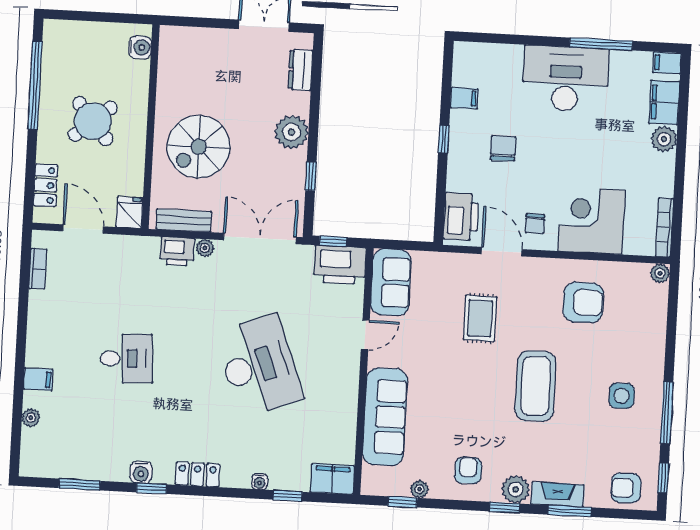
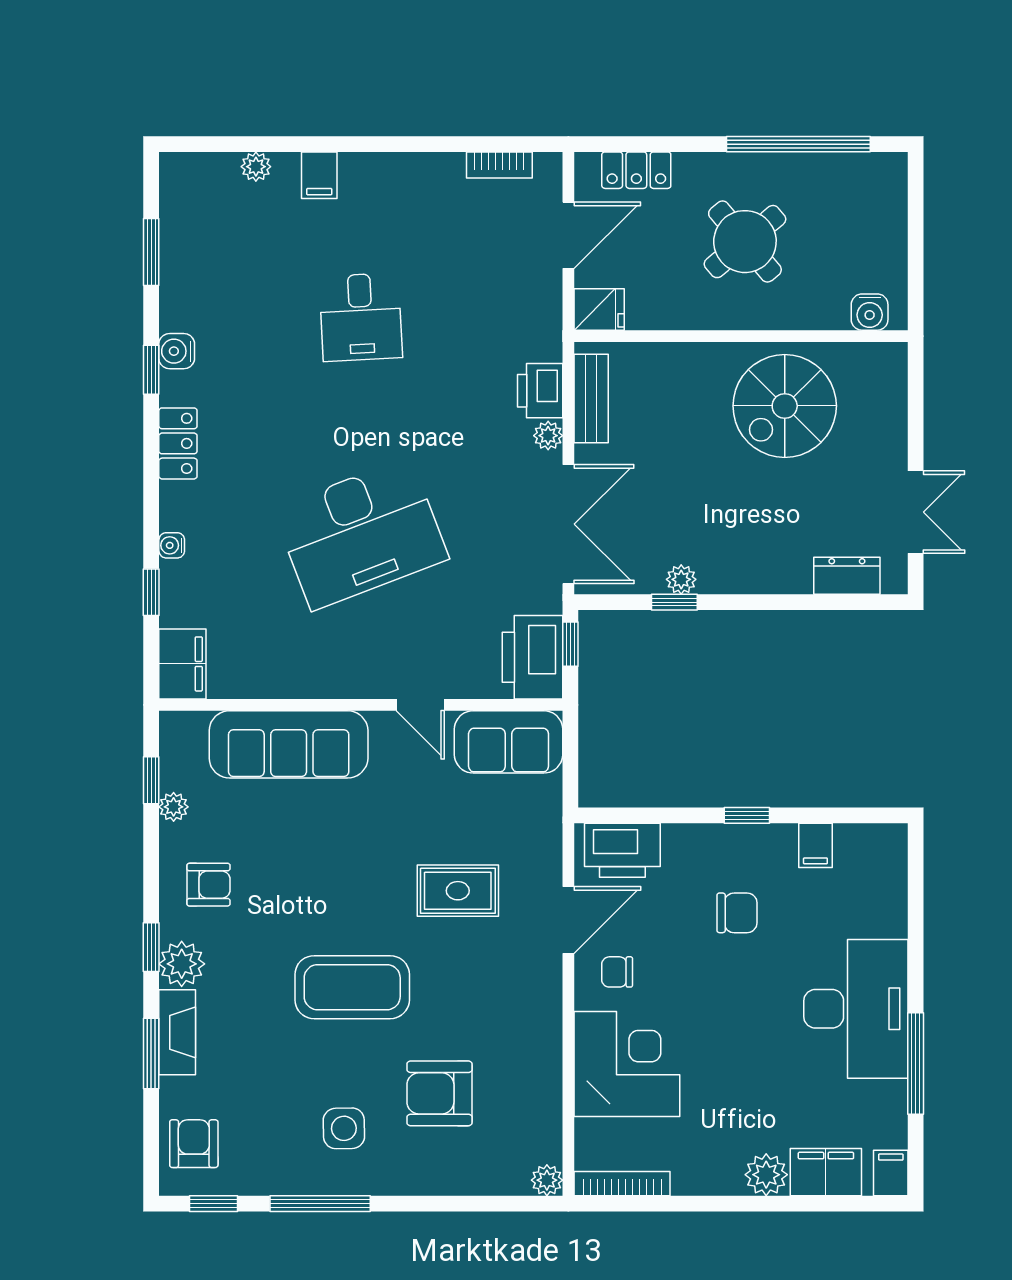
plant: (292, 132) -> (681, 579), moved, width x0.53, depth x0.53
spiral stairs: (199, 147) -> (785, 406), moved, turned -90
armchair: (583, 302) -> (440, 1093), moved, turned 90

